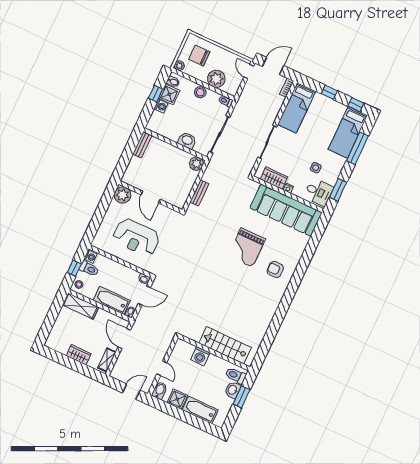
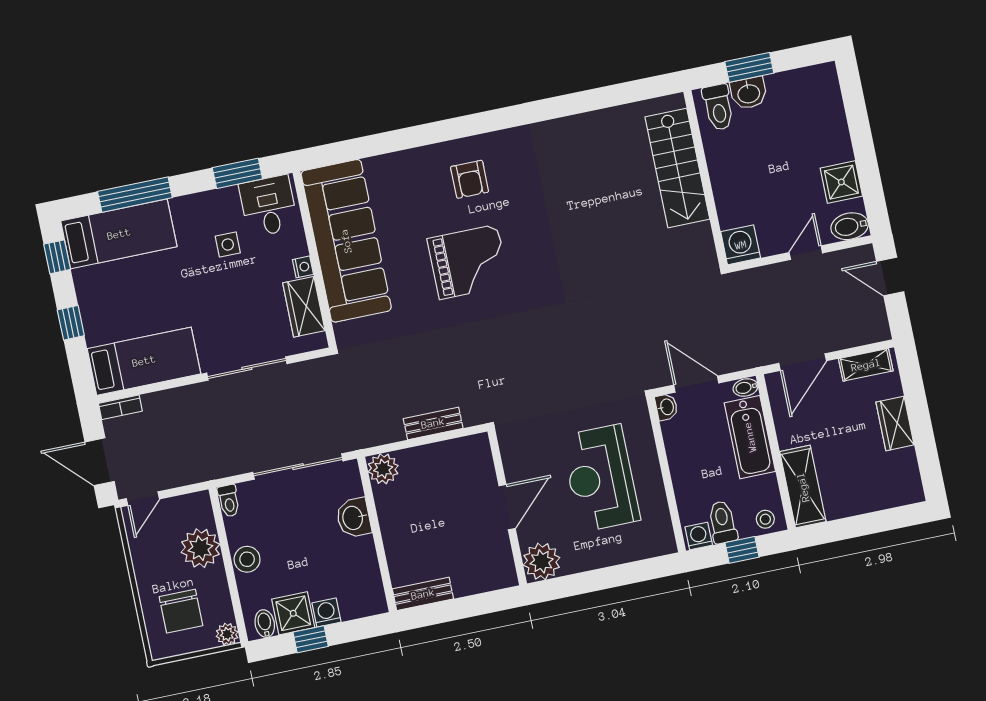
reception desk: (136, 237) -> (601, 478), turned 180
washing machine: (200, 356) -> (741, 245), moved, turned -90
bathtub: (200, 410) -> (830, 125), removed

